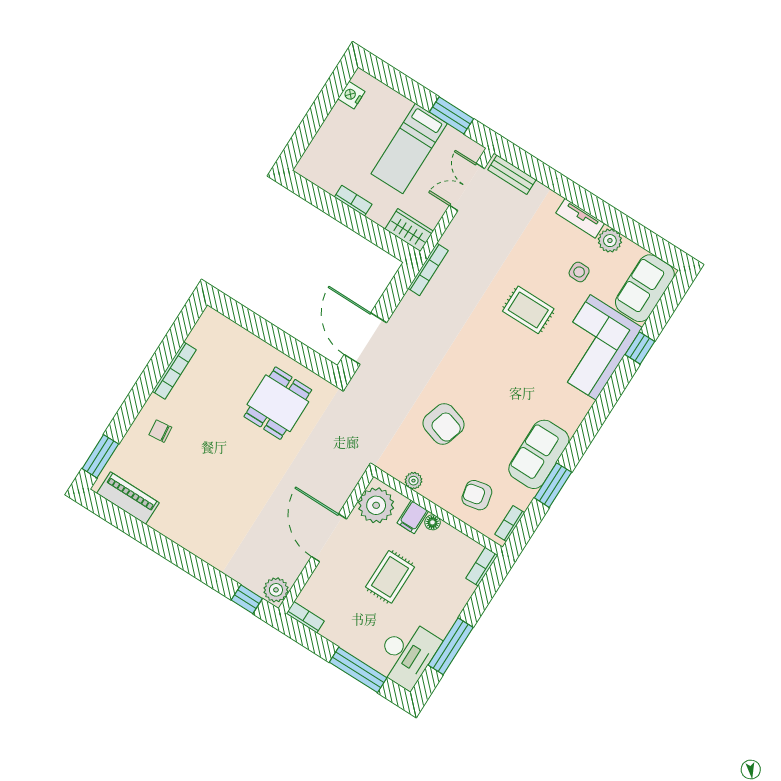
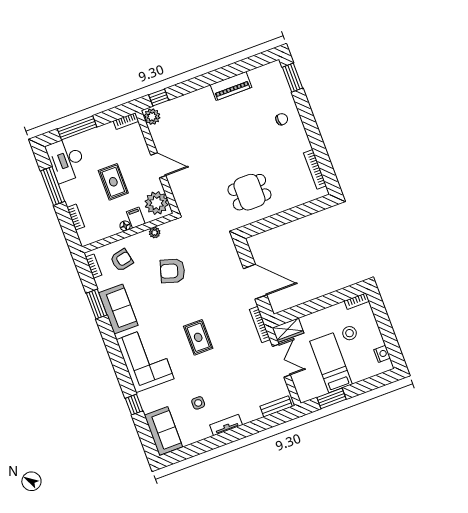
stool: (356, 153) -> (350, 333), added
double door: (467, 187) -> (281, 361), moved
bookcase: (353, 201) -> (357, 301), moved
plant: (610, 241) -> (202, 432), removed
rug: (528, 310) -> (198, 337), moved, turned 90
door: (365, 339) -> (255, 282), moved
corner sofa: (593, 347) -> (145, 359), moved
bookcase: (174, 370) -> (315, 169), moved
dining table: (278, 403) -> (249, 192), turned 90
piano: (128, 498) -> (231, 86), moved
door: (329, 538) -> (158, 165), width x0.73
bookcase: (482, 567) -> (76, 217), moved

